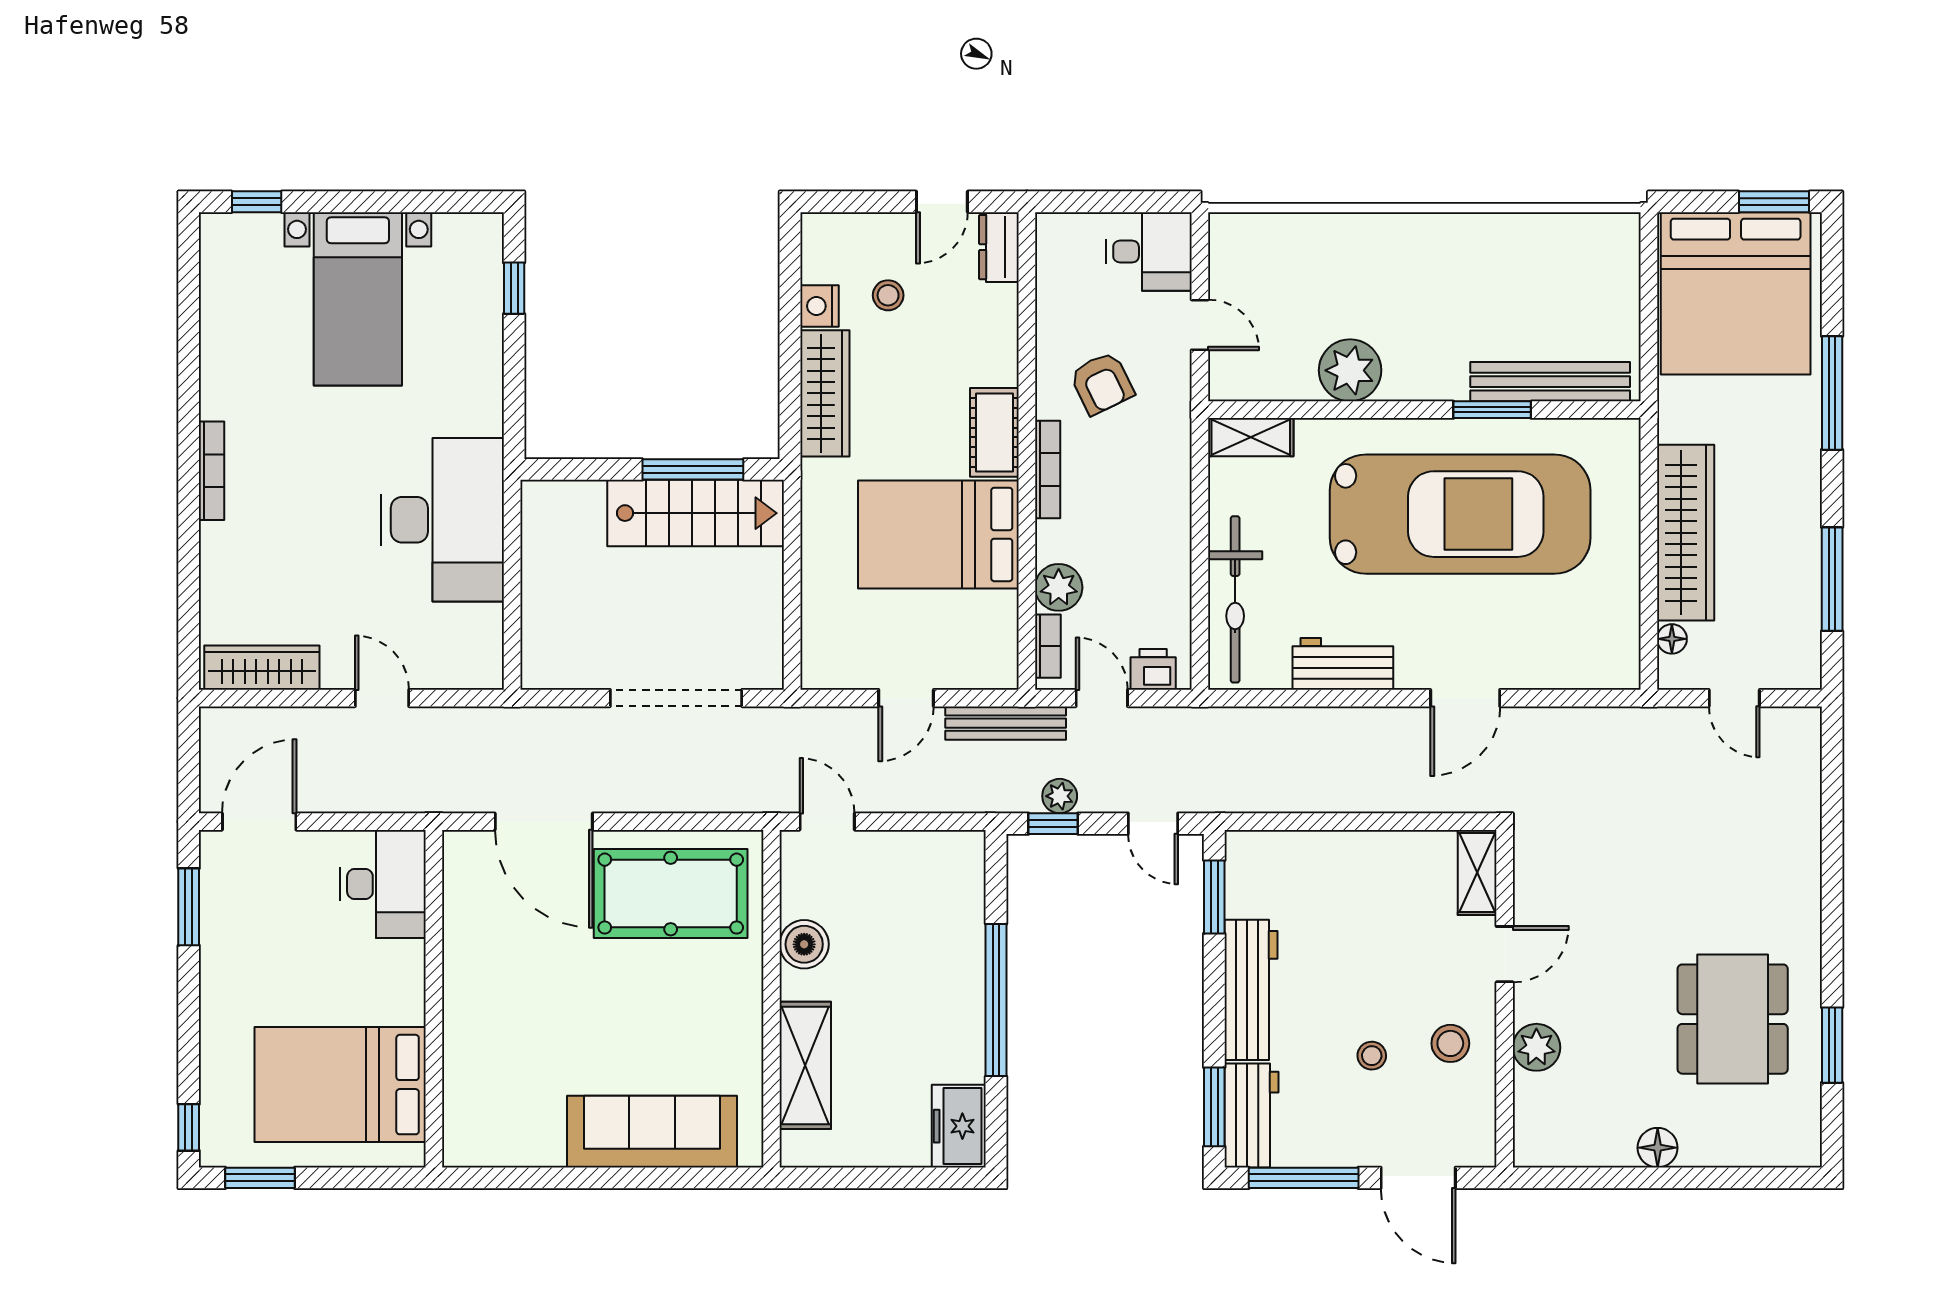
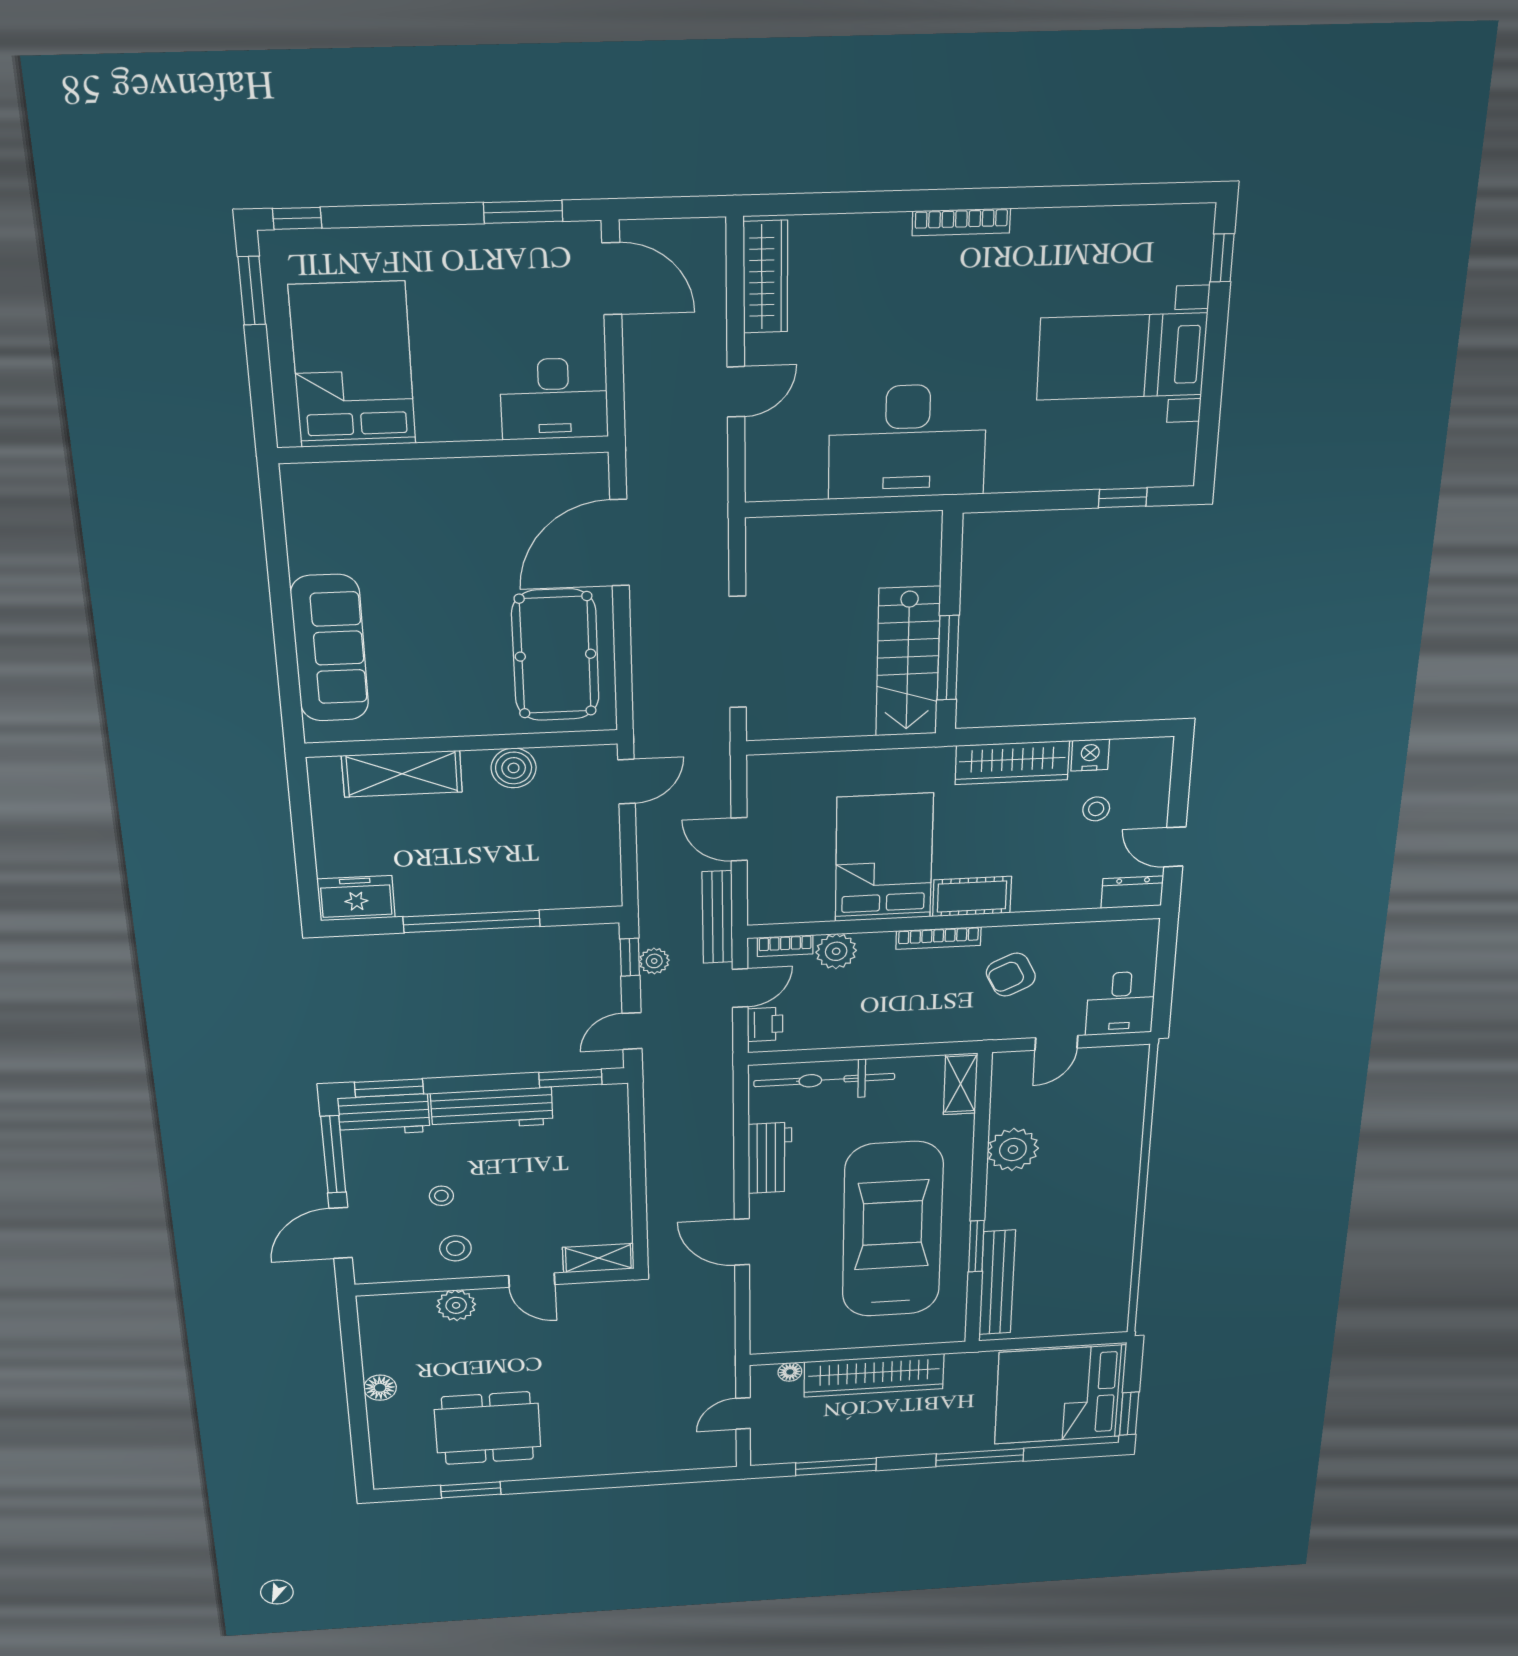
car: (1460, 514) -> (892, 1230), turned 180

